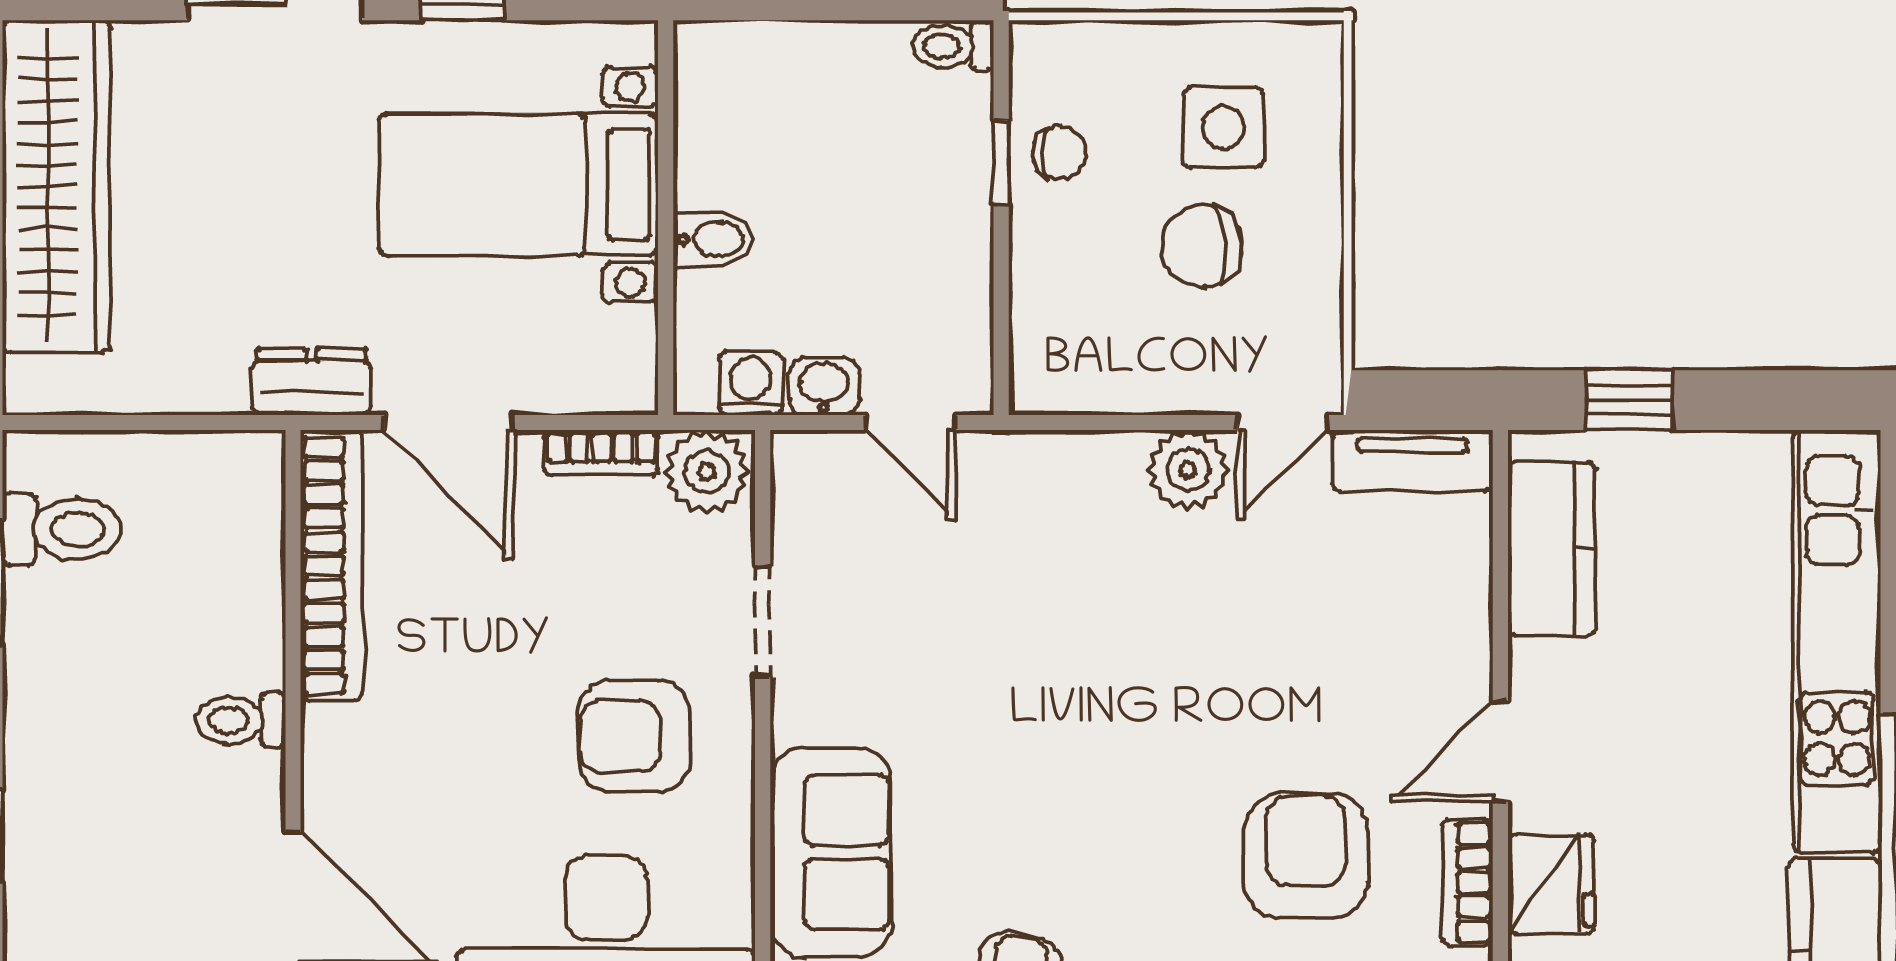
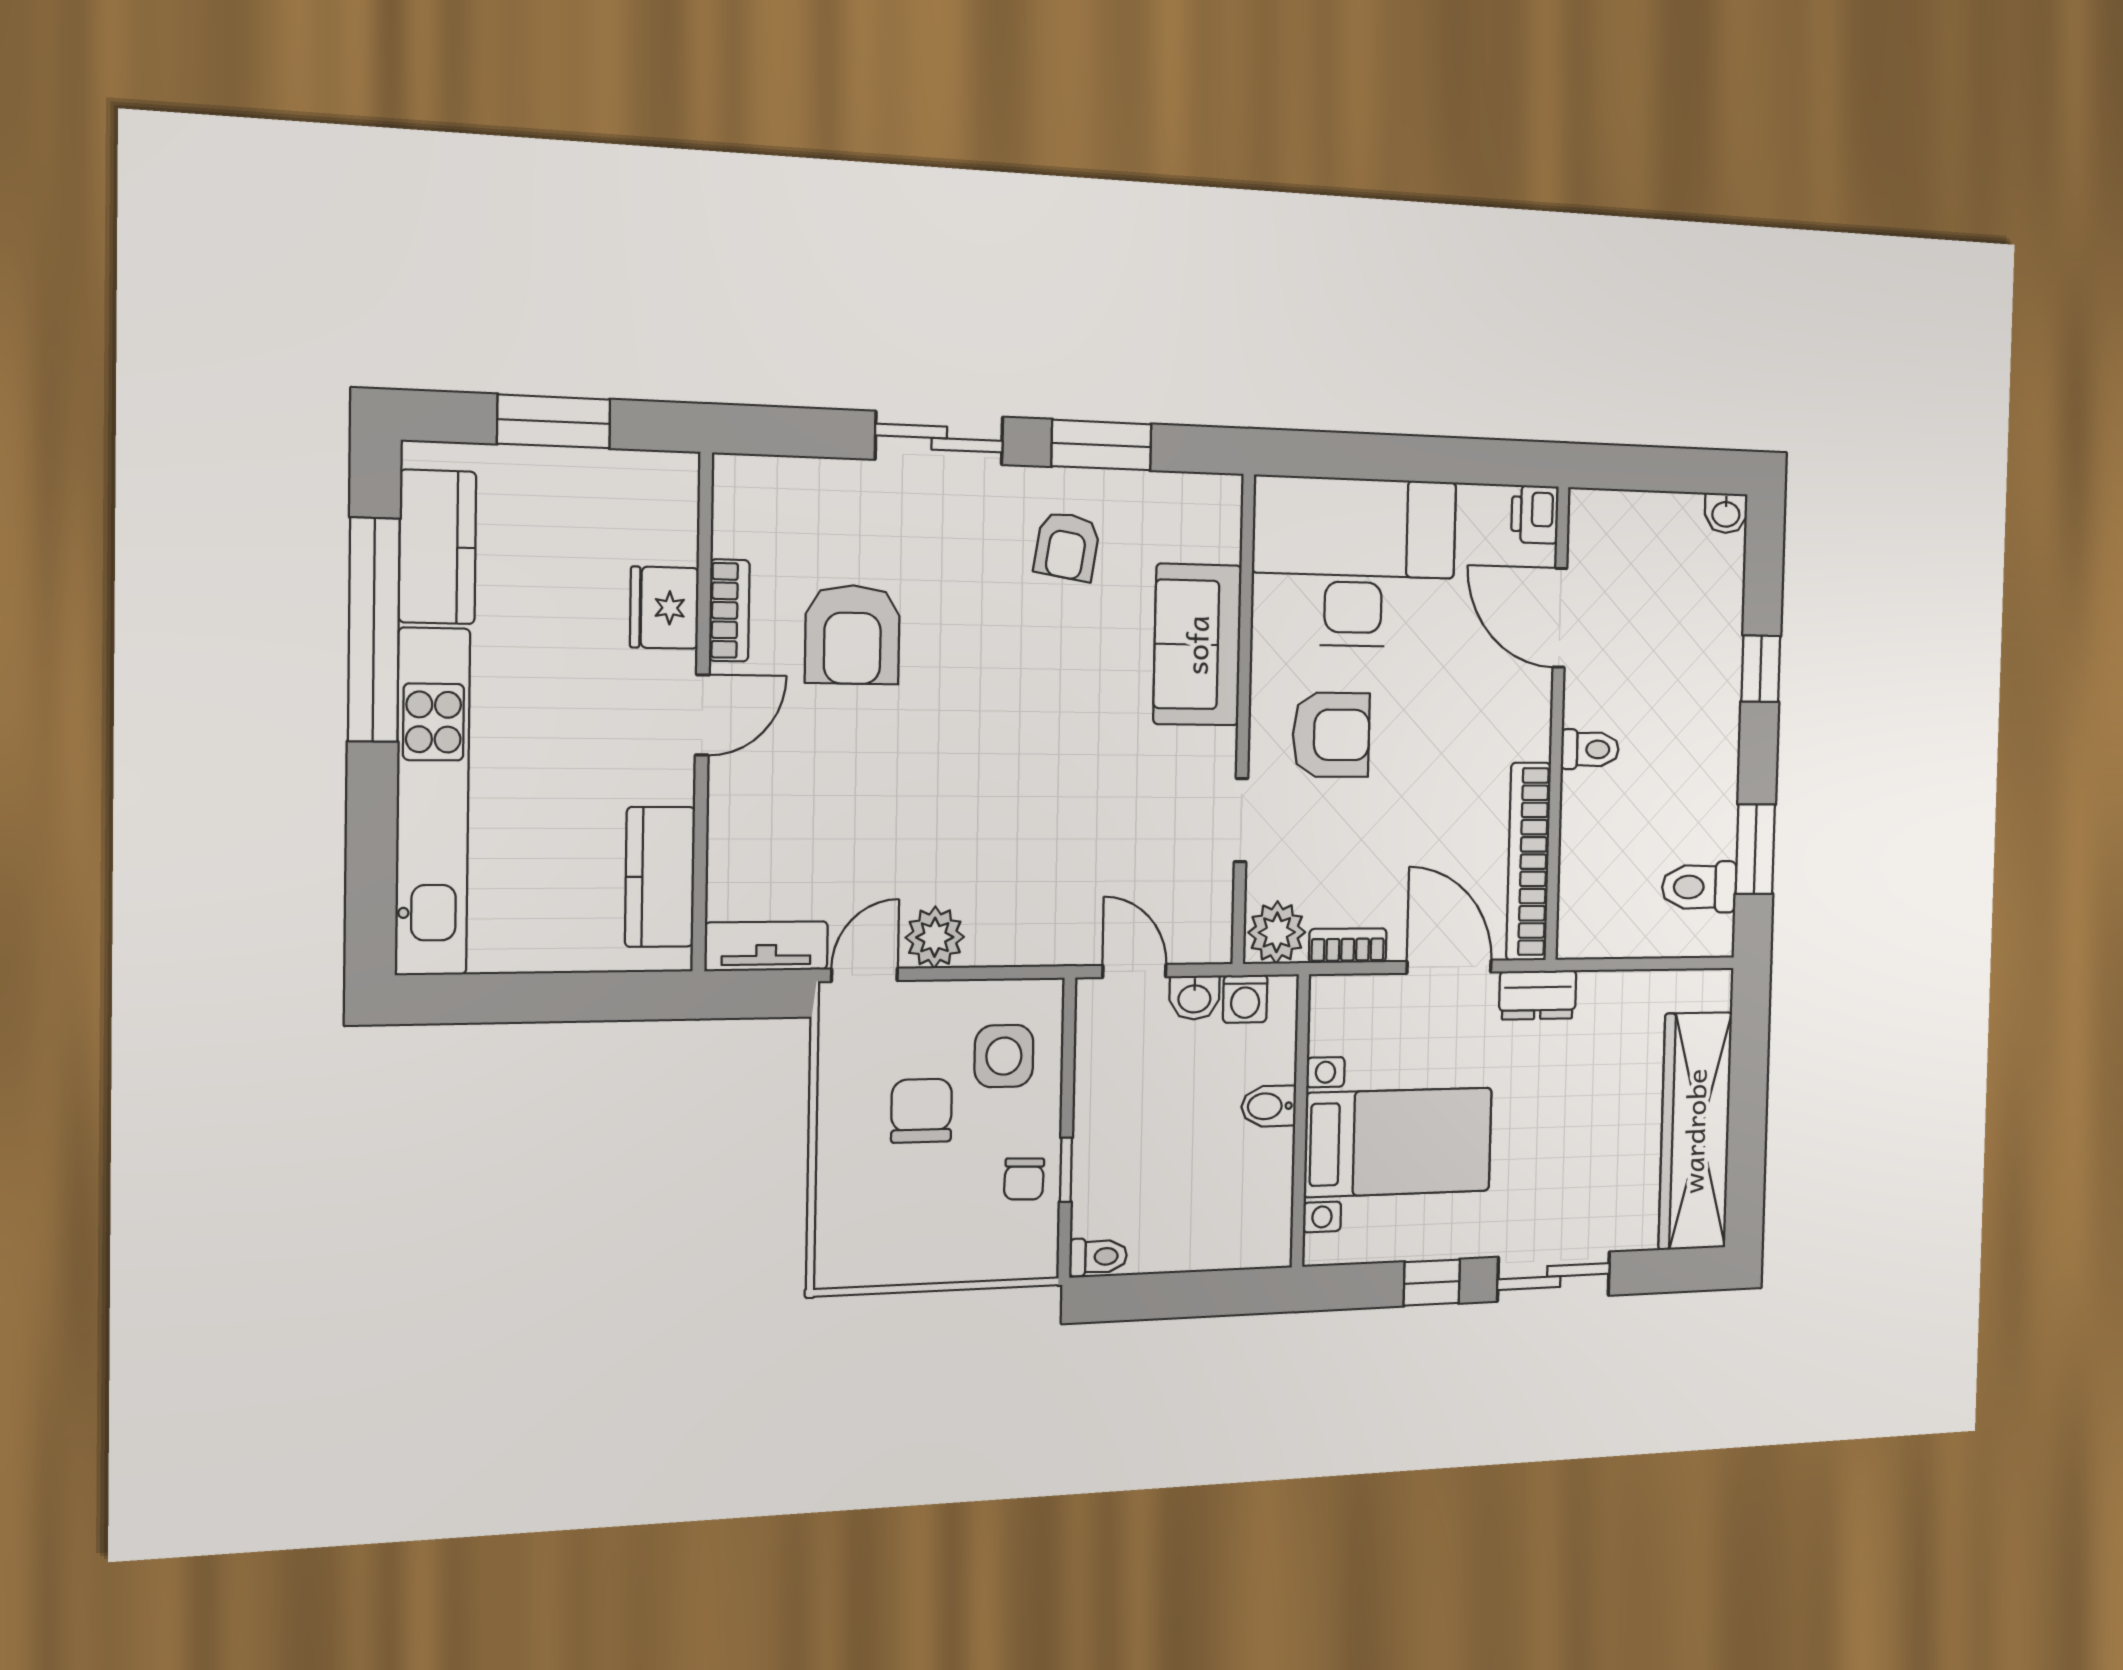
side table: (1223, 128) -> (1004, 1056), moved
chair: (1059, 153) -> (1024, 1179), turned -88
chair: (1202, 246) -> (922, 1111), turned -84
window: (1629, 400) -> (597, 997), removed

